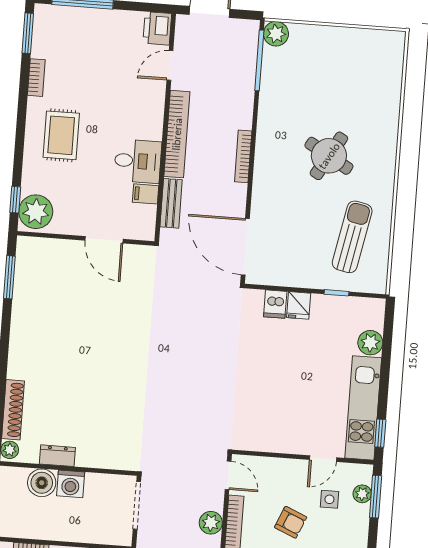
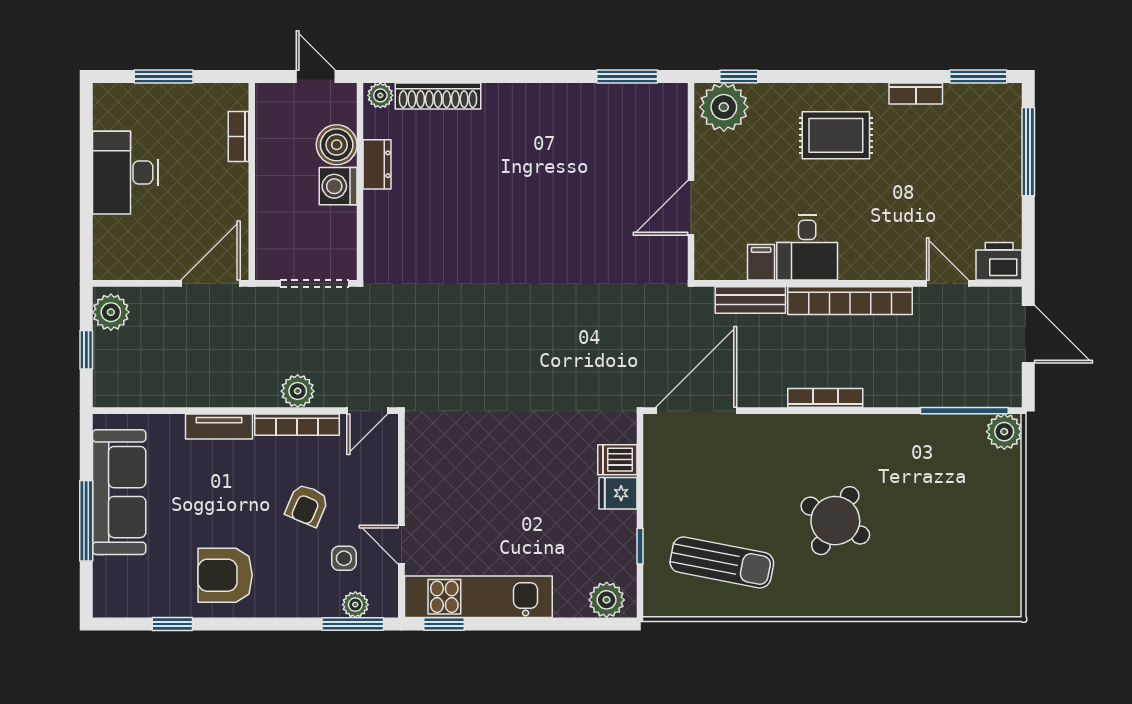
plant: (370, 343) -> (607, 600), moved

